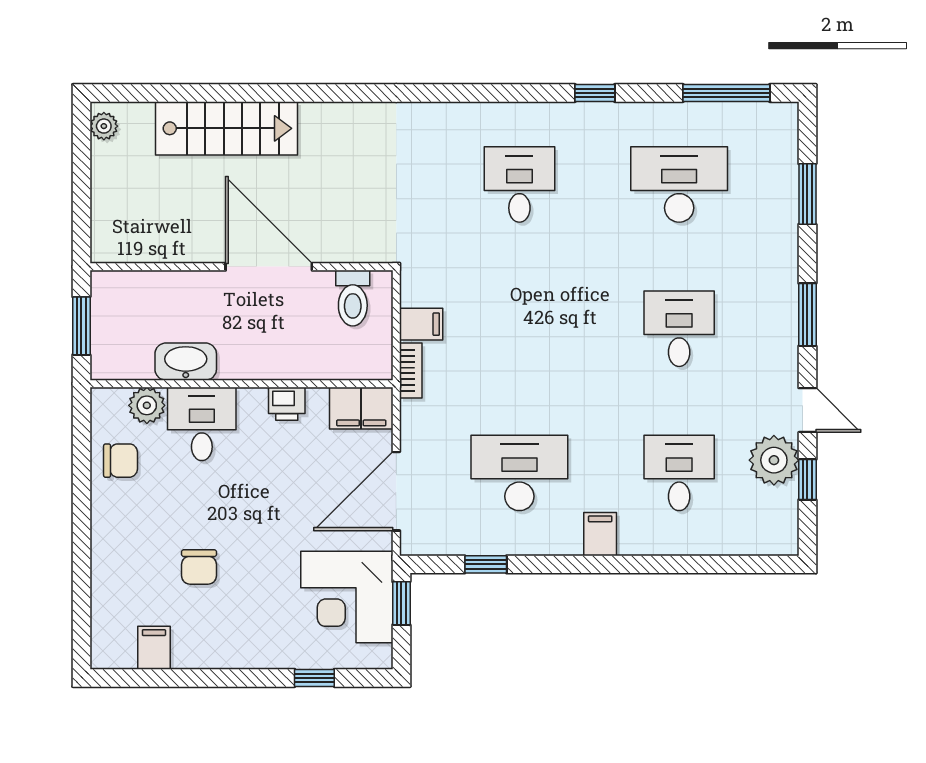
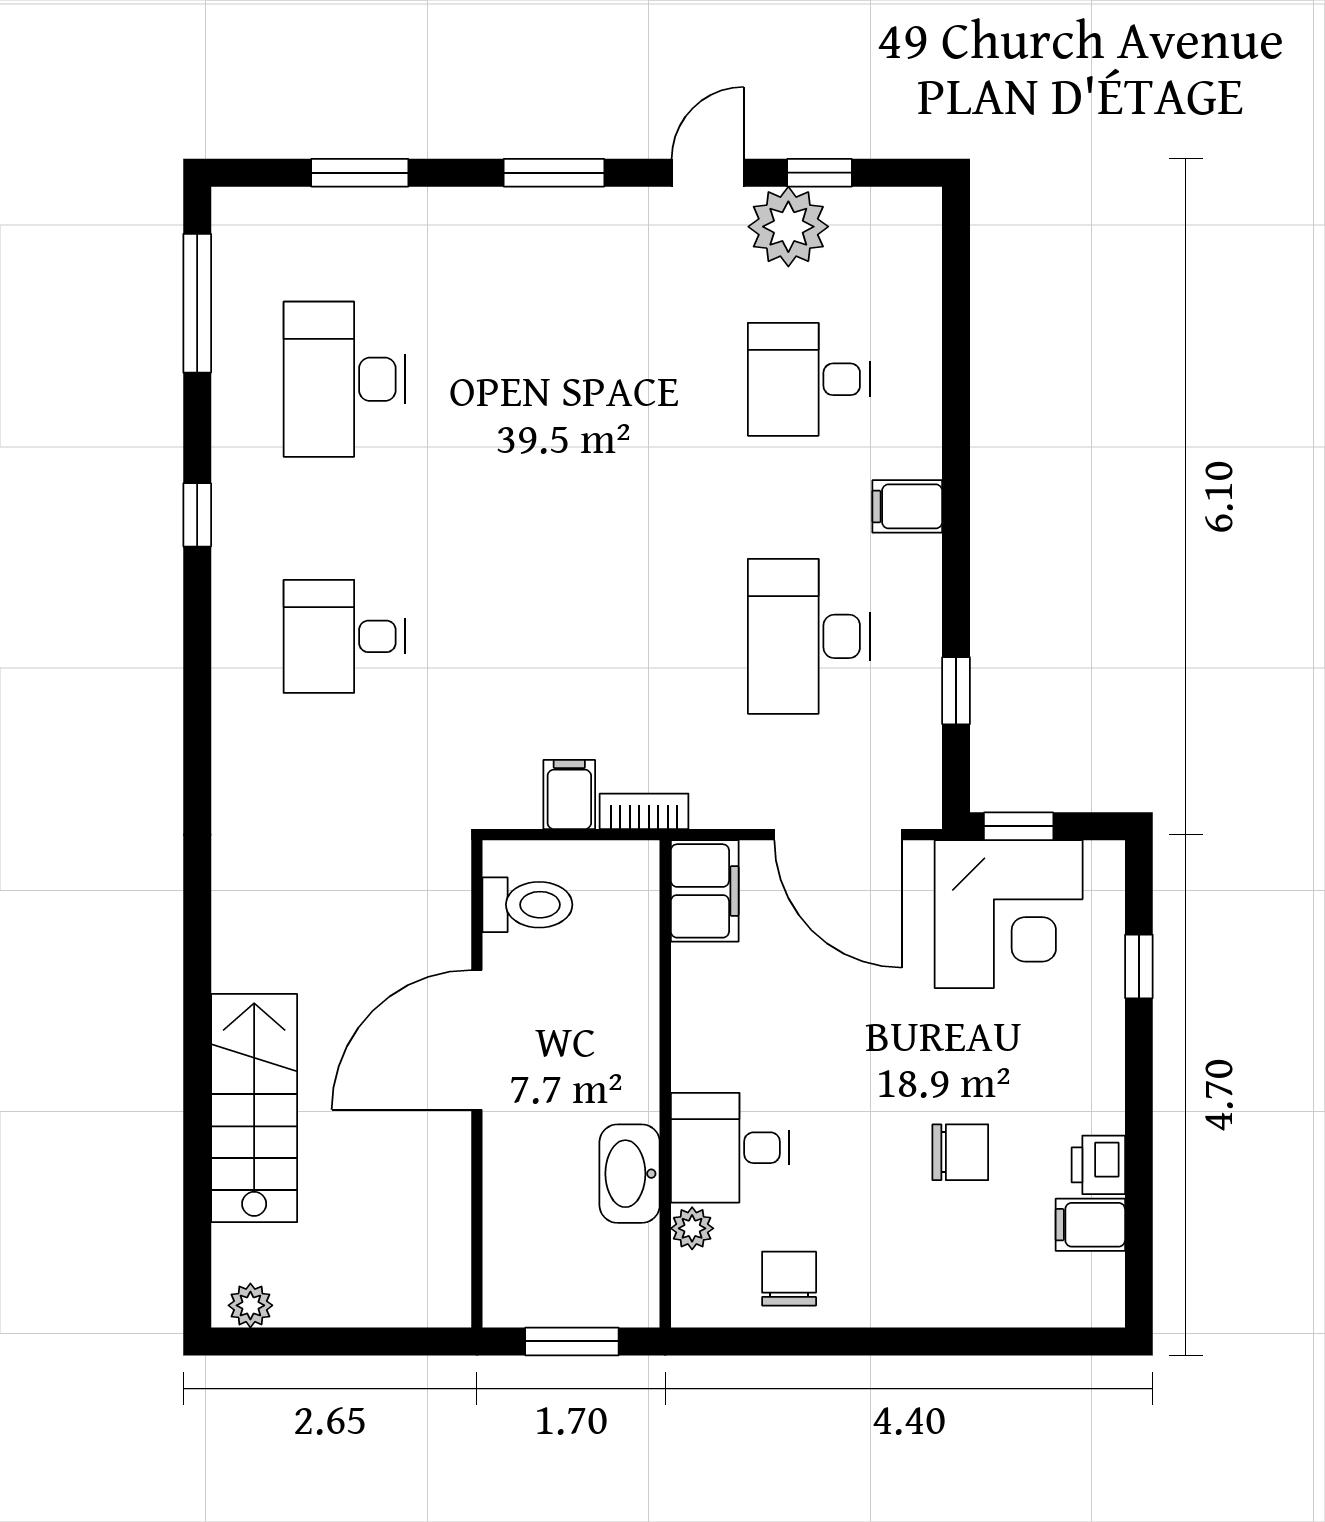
desk: (679, 329) -> (577, 379), removed
printer: (287, 404) -> (1098, 1165), moved, turned 180
plant: (147, 405) -> (692, 1228), width x0.73, depth x0.73

